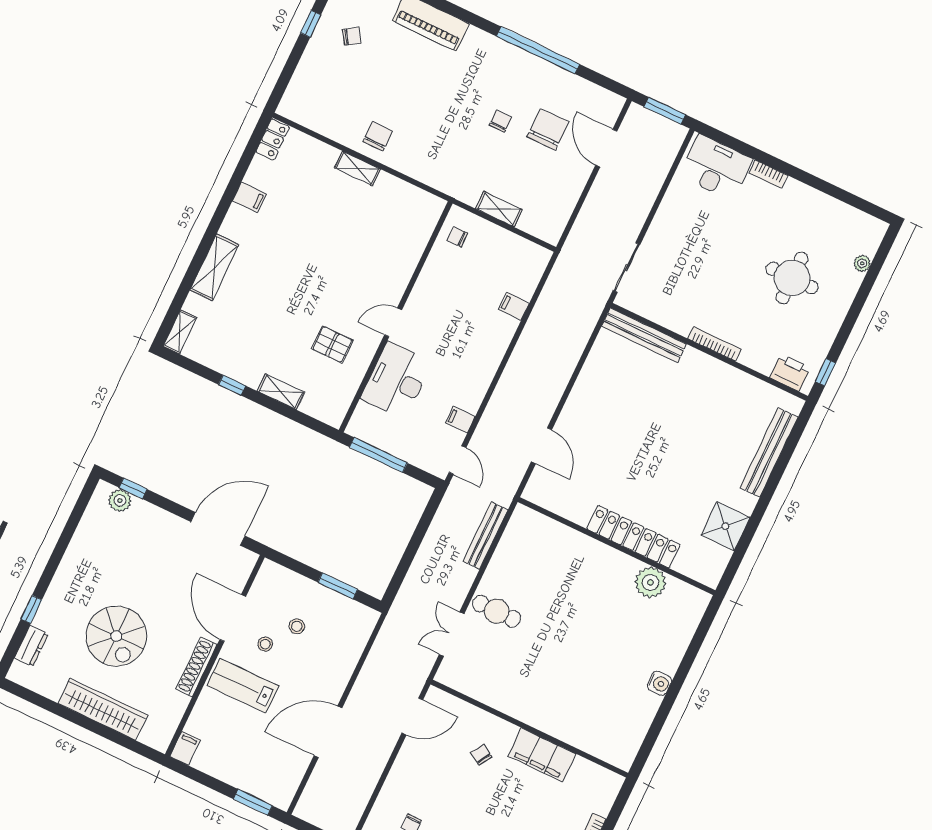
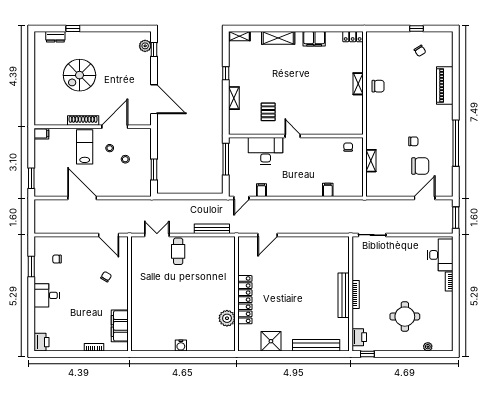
filing cabinet: (249, 197) -> (314, 39), width x2.00
bench: (644, 335) -> (344, 295), moved
wardrobe: (103, 709) -> (41, 85), removed
filing cabinet: (542, 755) -> (120, 326), moved

